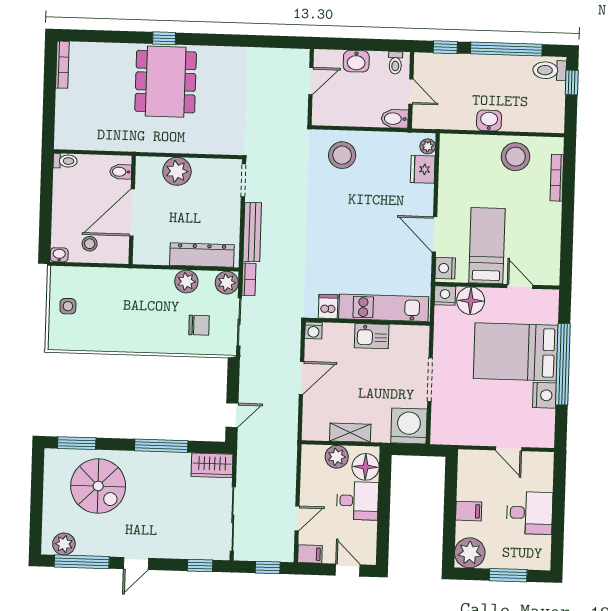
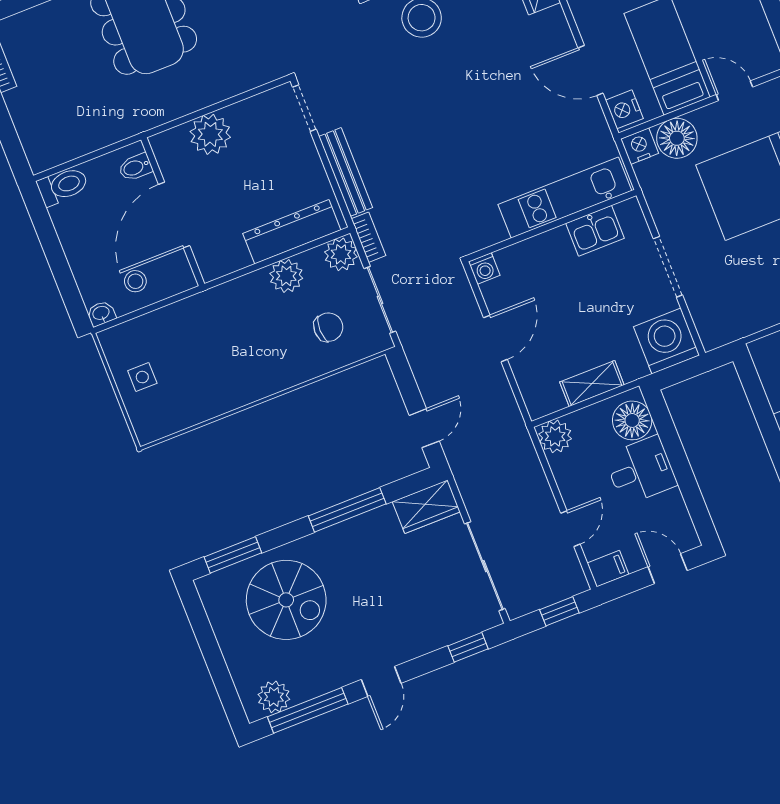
toilet: (65, 161) -> (63, 186), width x1.37, depth x1.39
dishwasher: (328, 306) -> (490, 228), removed
kitchen sink: (372, 336) -> (595, 231), moved
plant: (337, 457) -> (555, 436), moved

